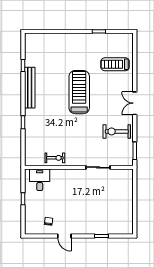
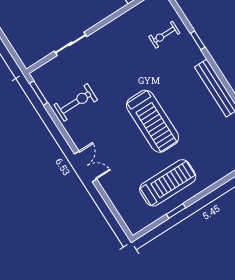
treadmill: (115, 64) -> (168, 183), moved, width x1.37, depth x1.38
double door: (135, 103) -> (86, 166), moved
exercise bike: (55, 158) -> (164, 35), moved

